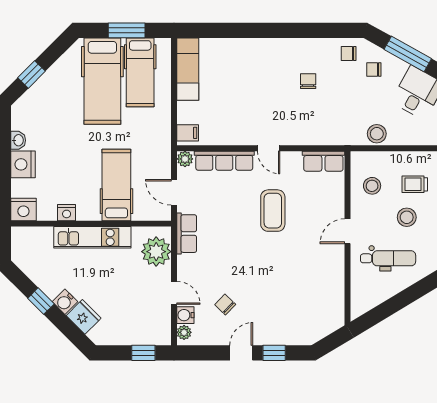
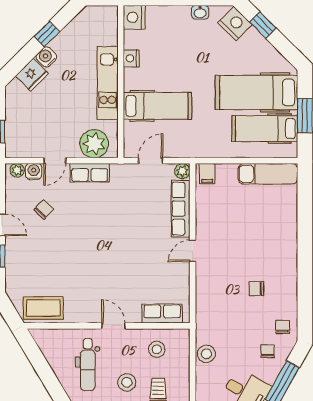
chair: (308, 81) -> (256, 289), turned 180
row of seats: (323, 161) -> (162, 314), moved, turned 90
nightstand: (23, 164) -> (235, 24), moved, turned 45
coffee table: (273, 211) -> (43, 308), moved
row of seats: (187, 234) -> (90, 173), moved

